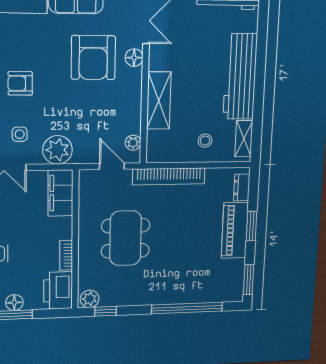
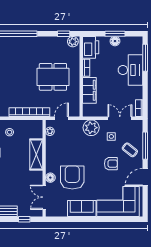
door: (112, 166) -> (61, 118), swing flipped
filing cabinet: (60, 193) -> (89, 90), moved
dining table: (125, 238) -> (53, 77), turned 90

